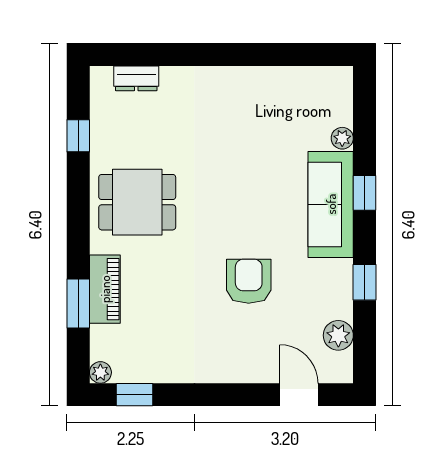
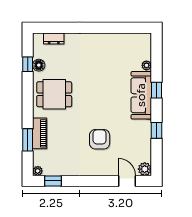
floor lamp: (103, 137) -> (39, 65), added
armchair: (249, 281) -> (100, 139), moved
plant: (338, 335) -> (145, 169), moved

